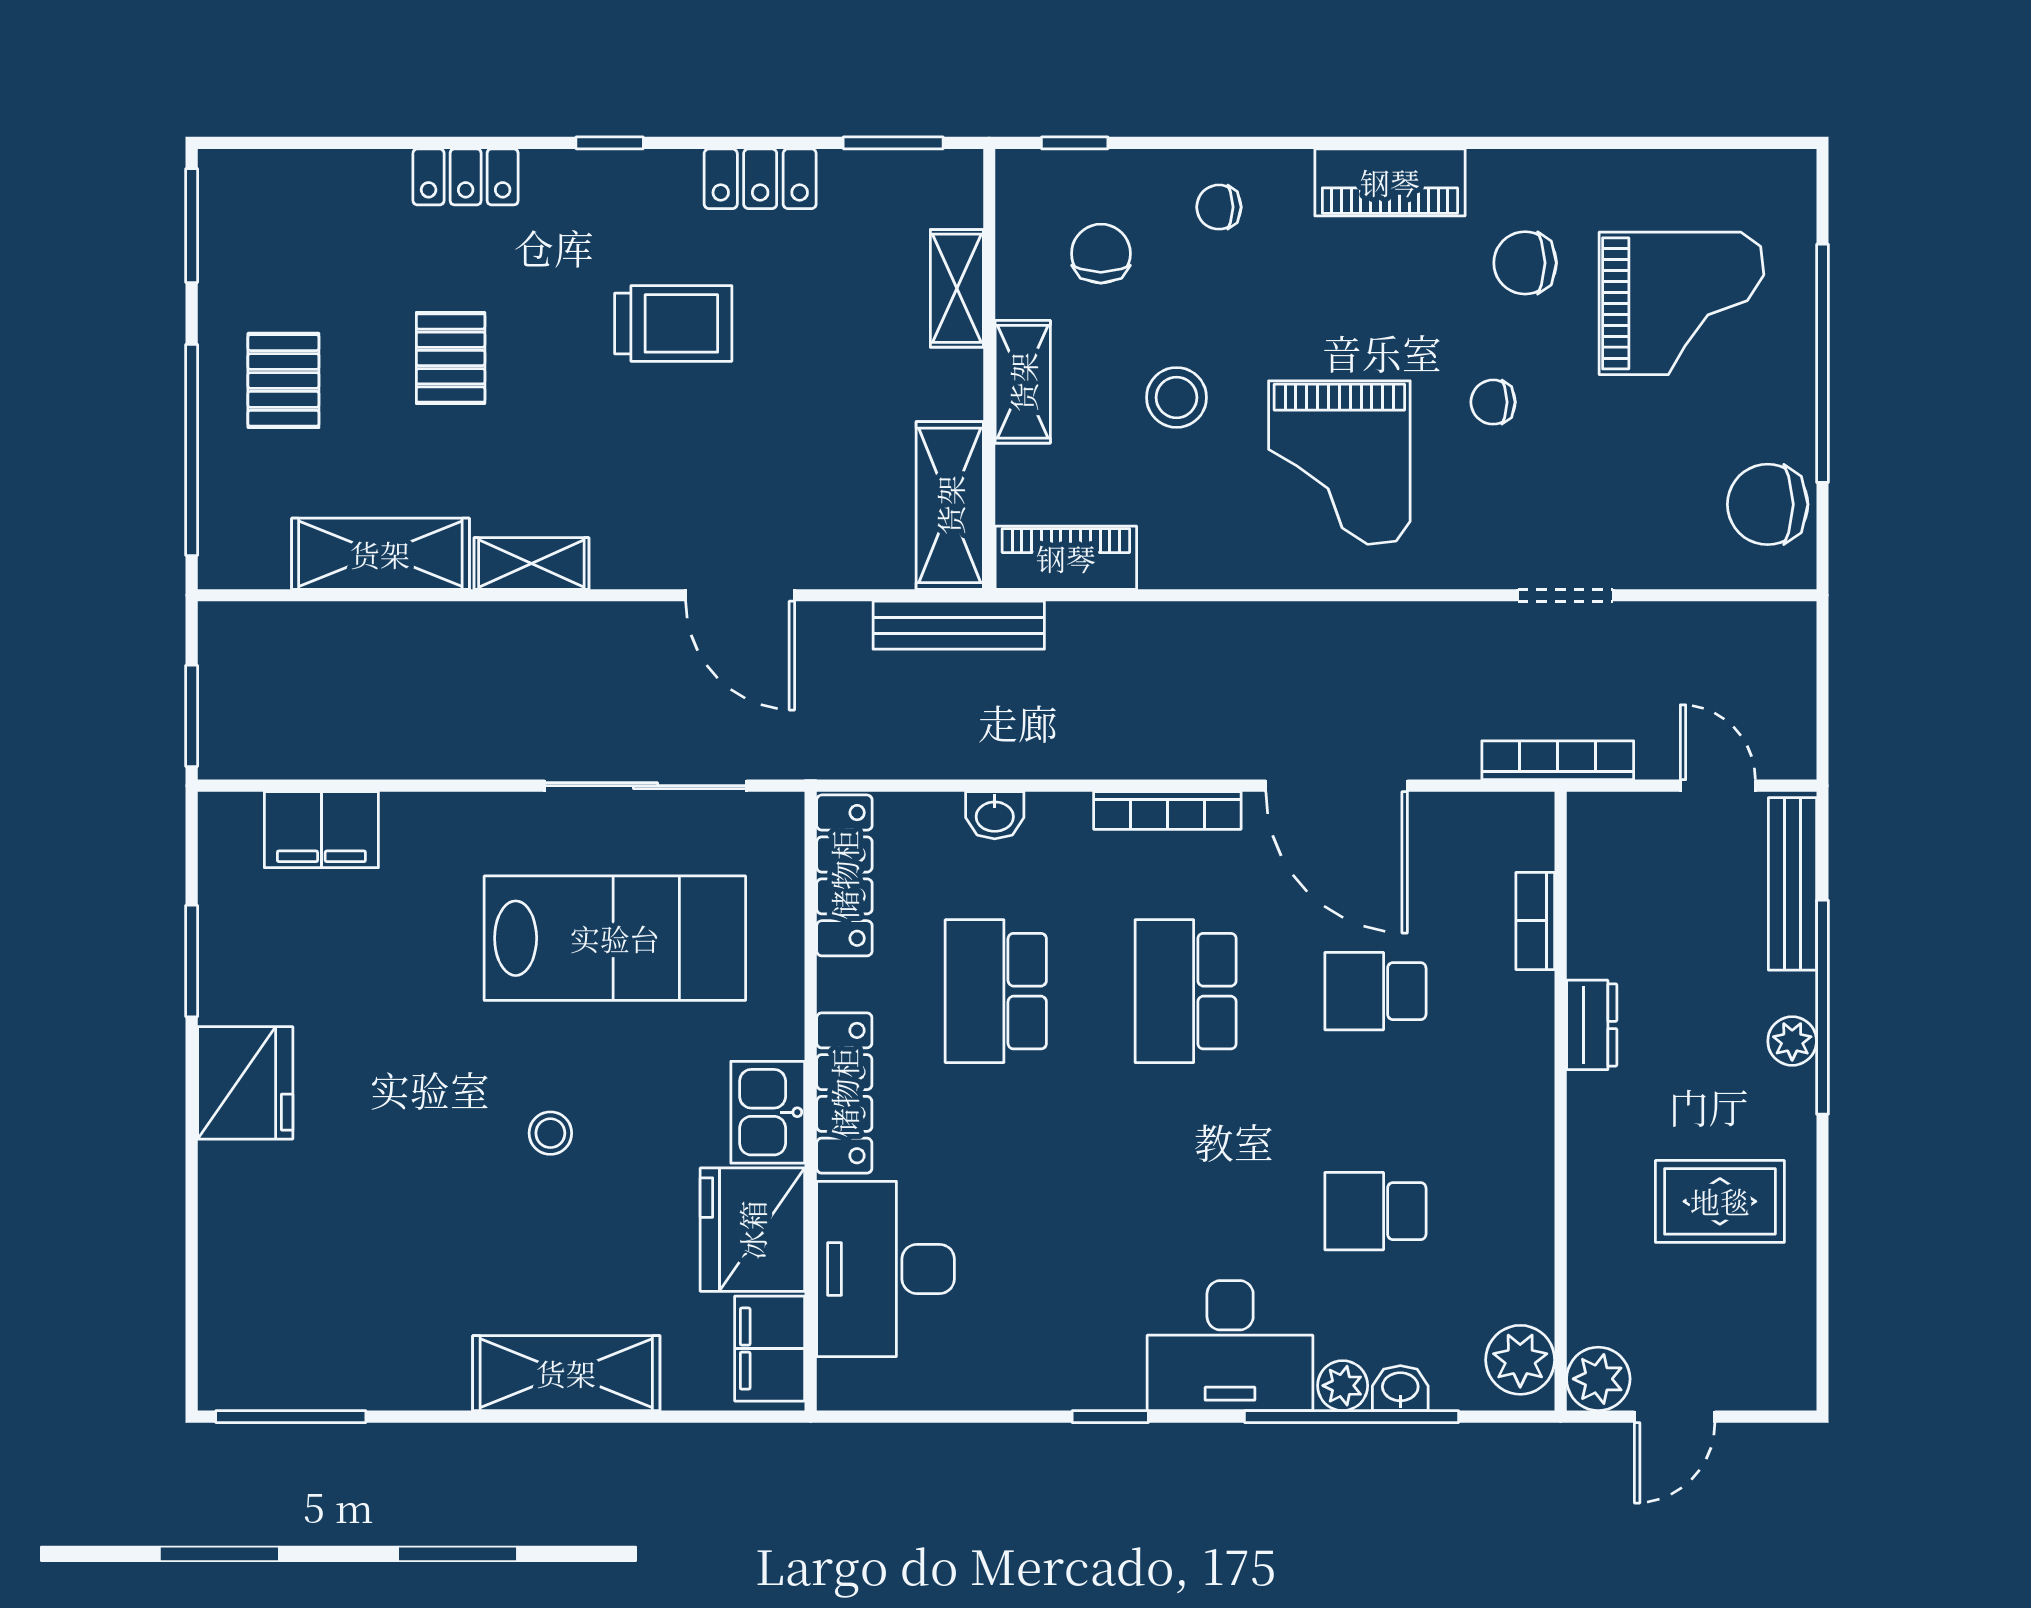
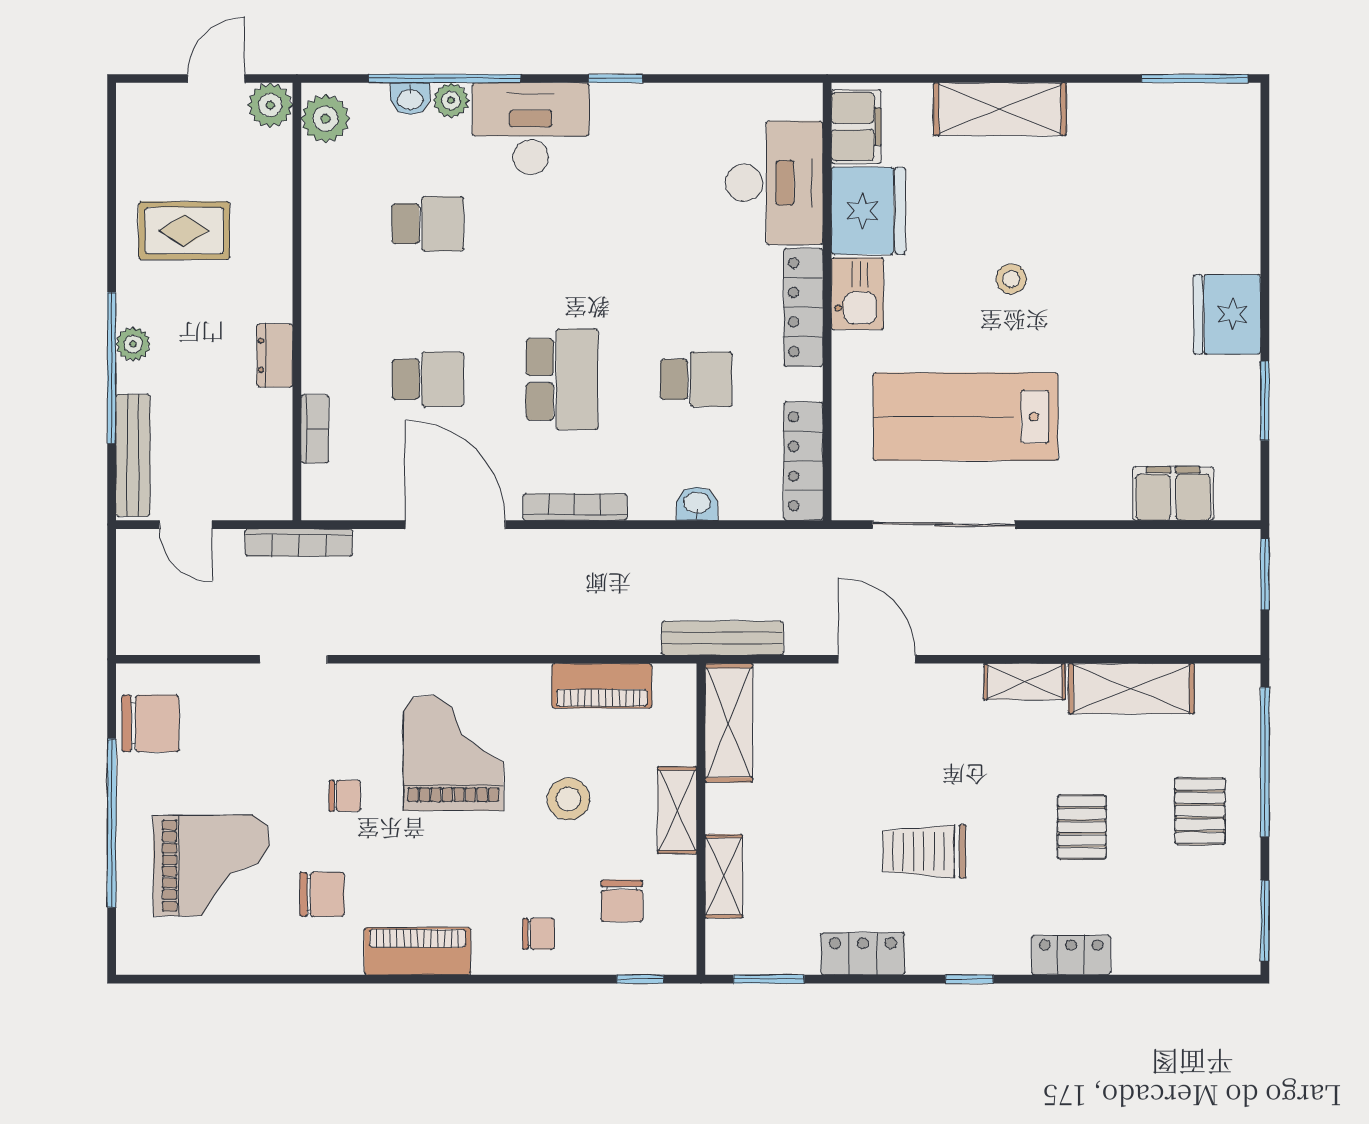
grand piano: (1682, 303) -> (211, 866), turned 180
piano: (1066, 558) -> (602, 686), moved
school desk: (996, 991) -> (696, 379), width x0.54

